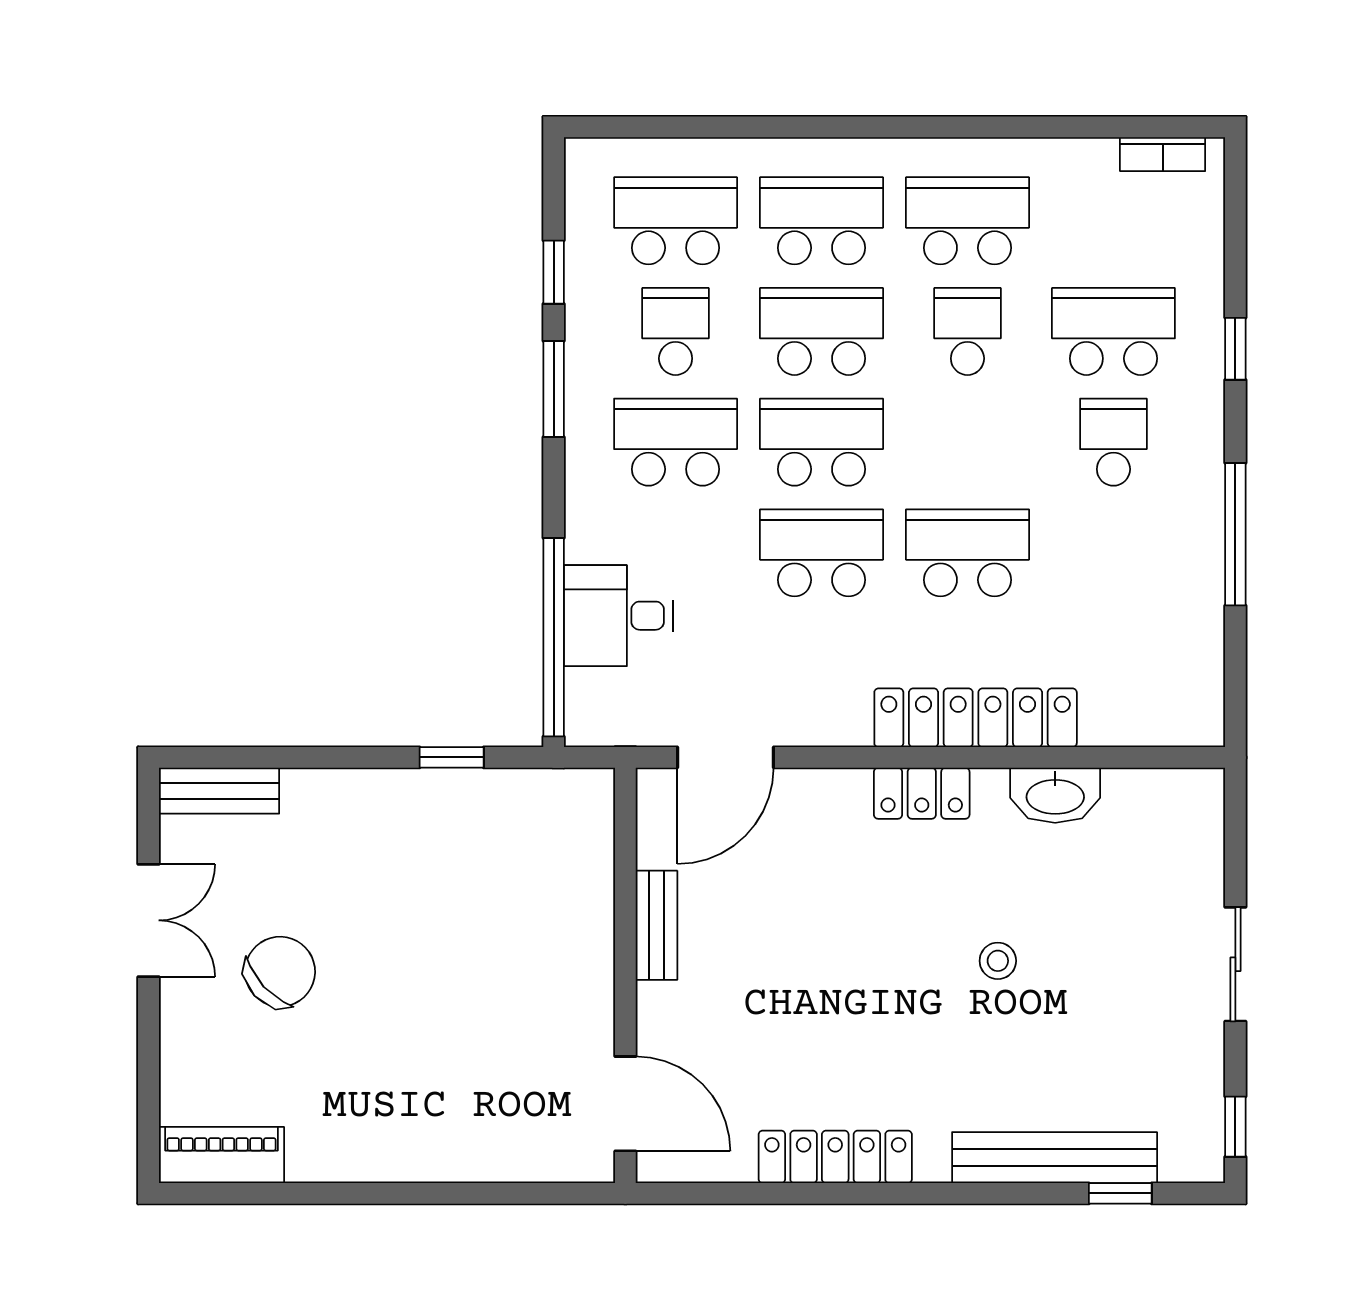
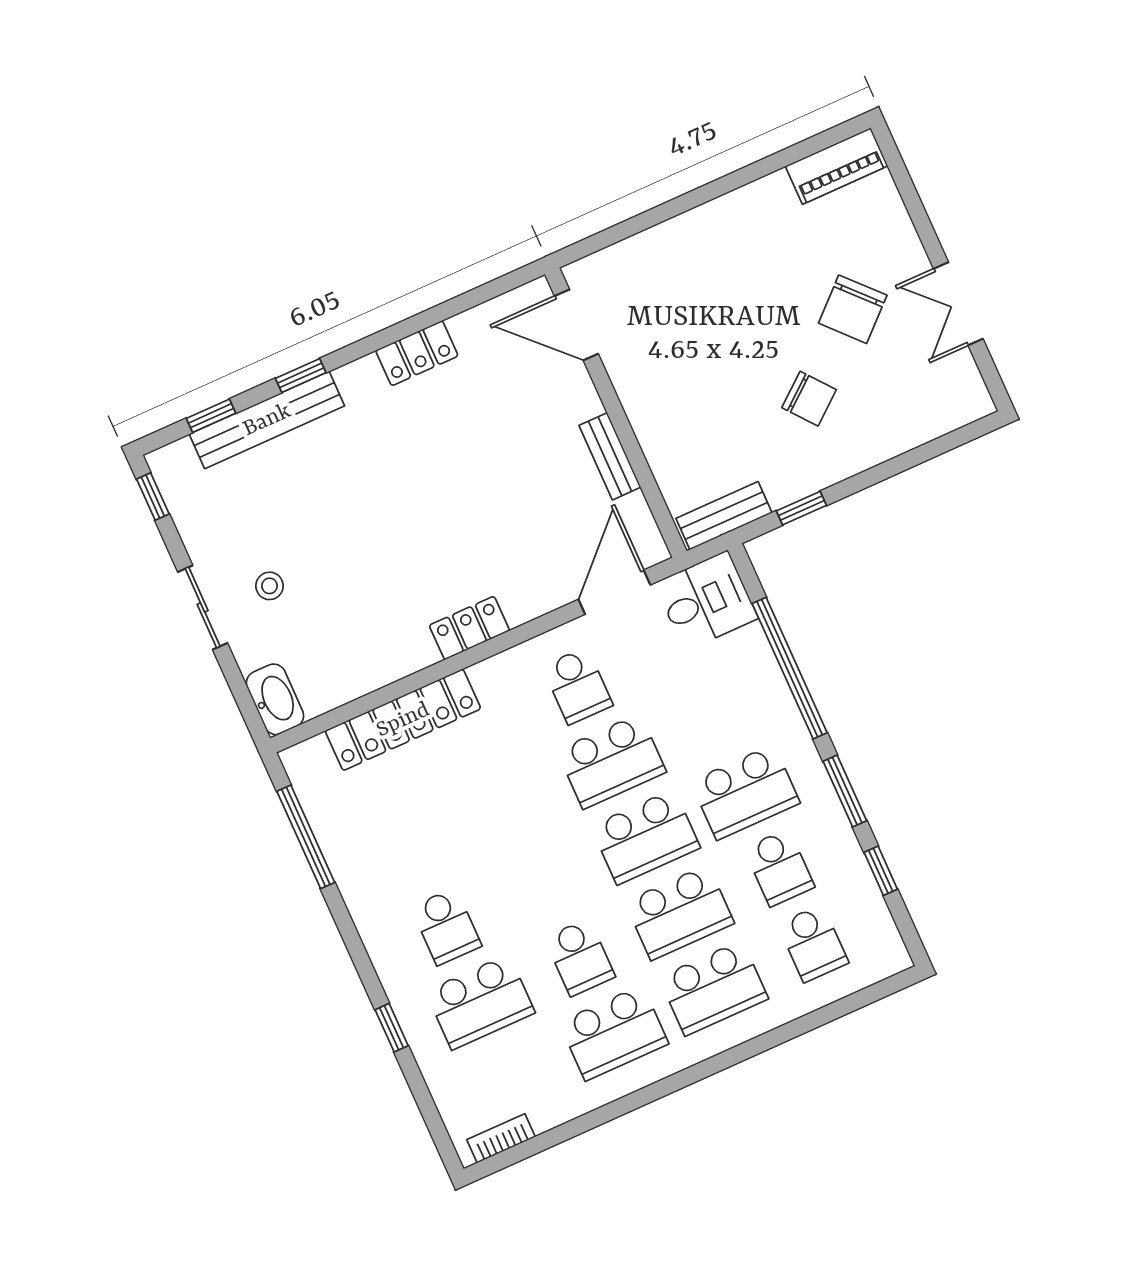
school desk: (676, 221) -> (813, 943), width x0.54
window: (1235, 534) -> (306, 837), moved
school desk: (967, 553) -> (578, 686), moved, width x0.54
desk: (618, 616) -> (706, 601), moved
window: (554, 637) -> (790, 668), moved
locker: (976, 718) -> (403, 720), moved
bench: (219, 791) -> (724, 516), moved
washbasin: (1055, 795) -> (275, 699), moved, turned 90
chair: (382, 887) -> (809, 399), added
stool: (998, 961) -> (270, 586), moved
locker: (835, 1157) -> (417, 353), width x0.66
window: (989, 1193) -> (301, 375), added

